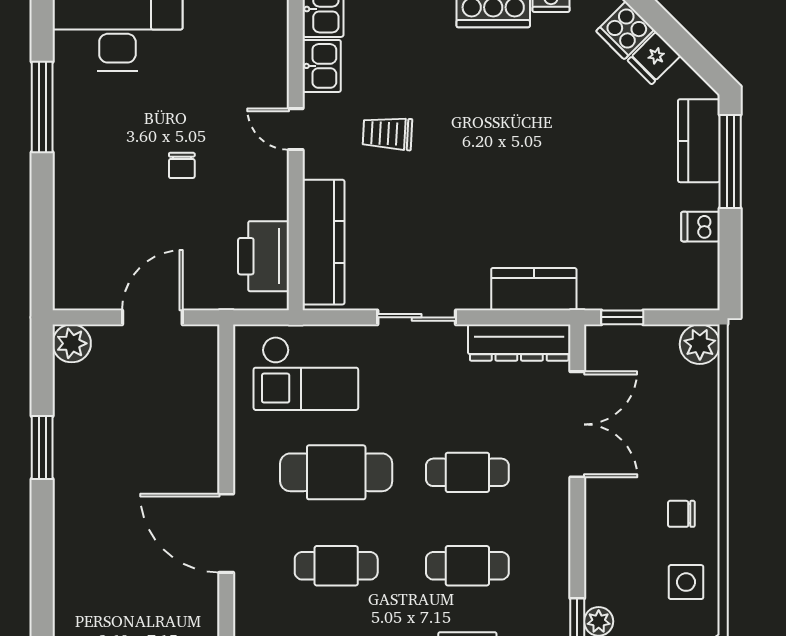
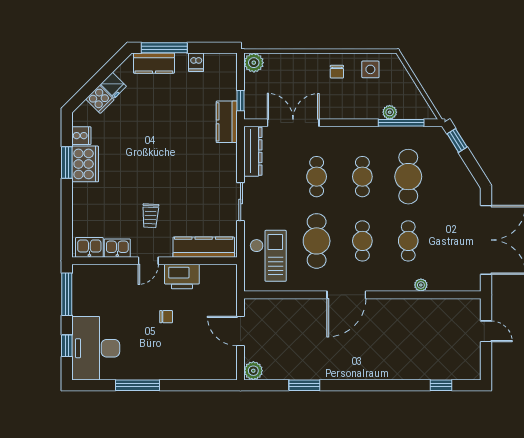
printer: (264, 256) -> (182, 277), moved
kitchen counter: (534, 289) -> (227, 122), moved

